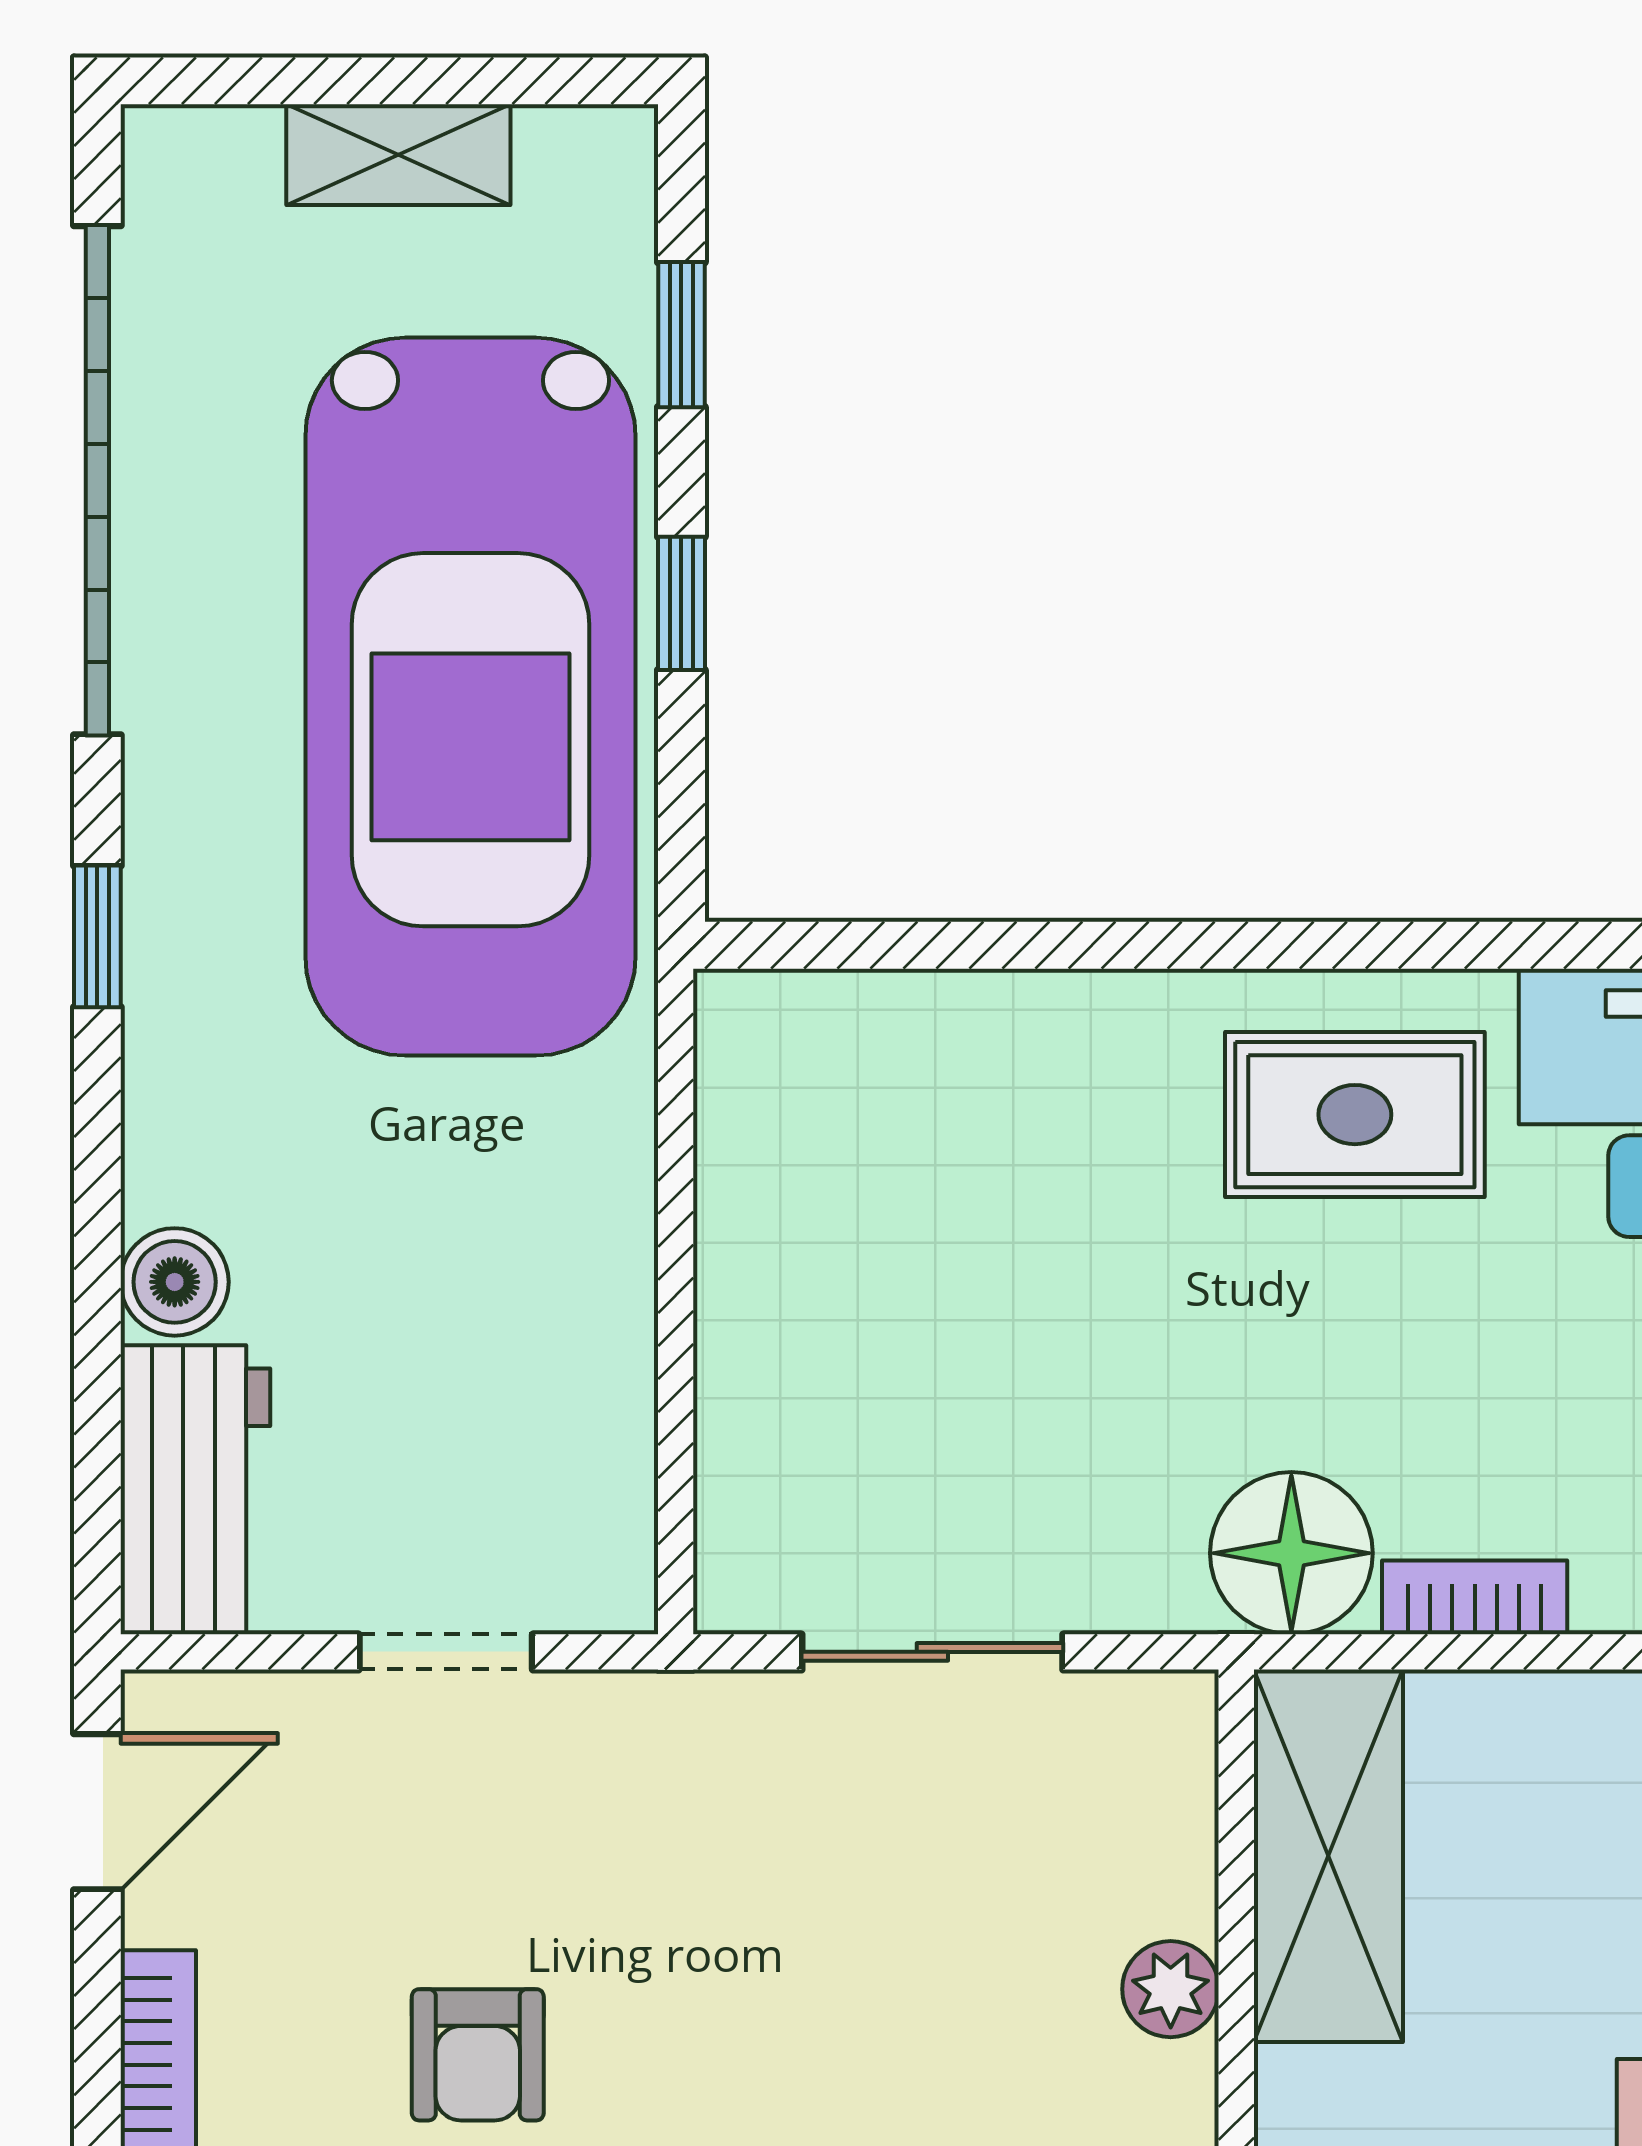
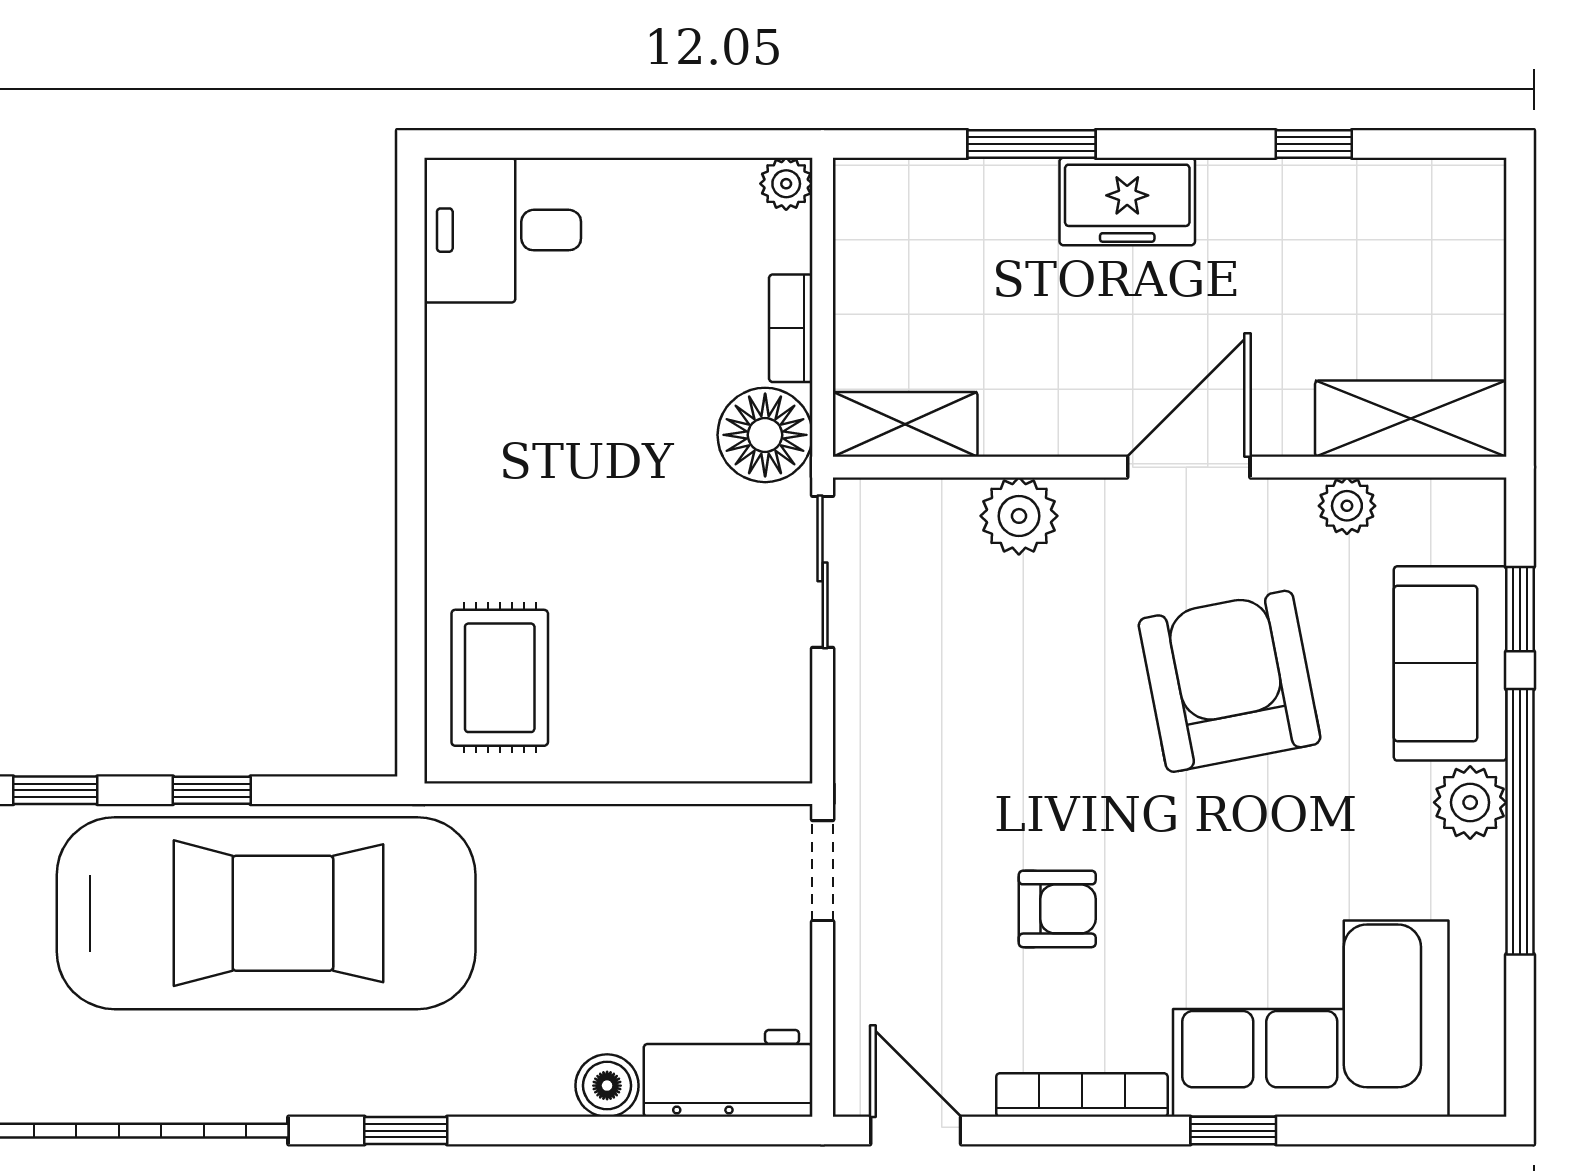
rug: (1355, 1115) -> (500, 678), moved
doorway: (446, 1652) -> (823, 871), moved
sliding door: (932, 1652) -> (823, 572), moved
shelving: (1328, 1856) -> (905, 424), width x0.67, depth x0.75
plant: (1171, 1989) -> (1019, 516), width x1.38, depth x1.38

